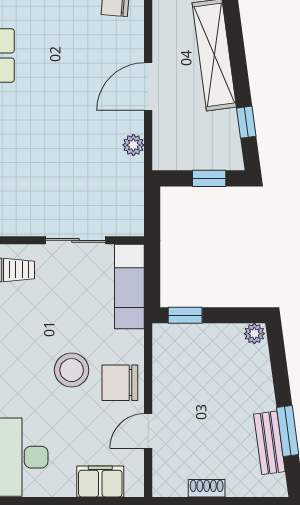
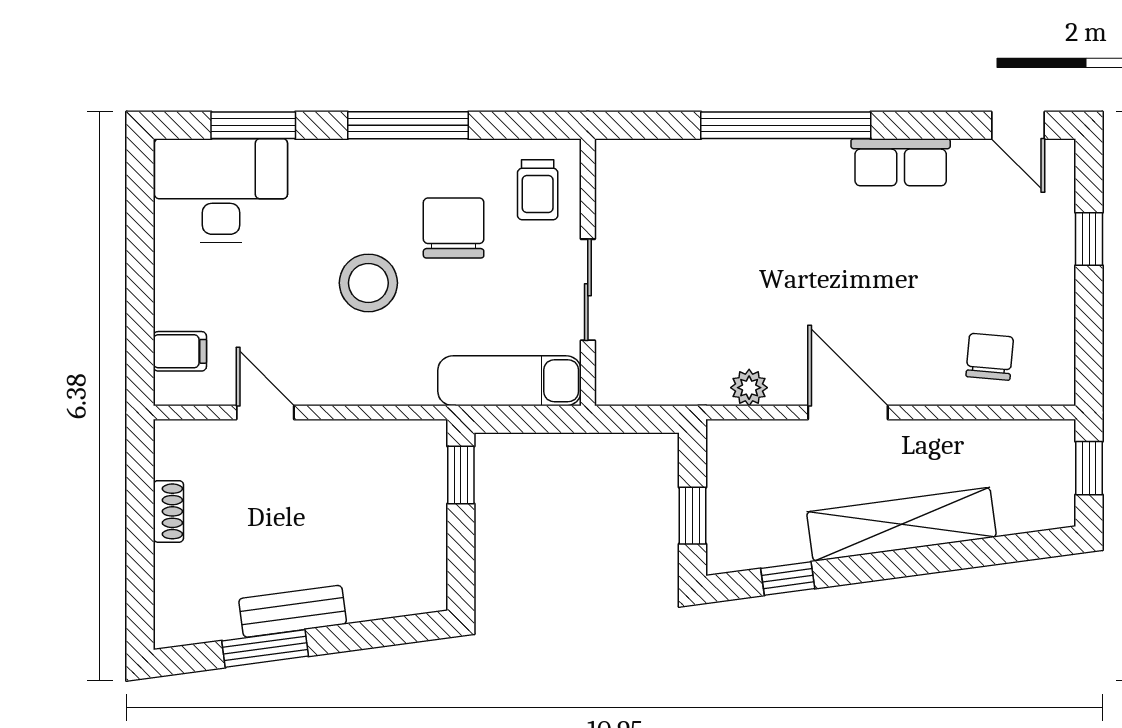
plant: (254, 334) -> (430, 592), removed
chair: (120, 383) -> (454, 228), moved
bench: (269, 443) -> (293, 611), moved
filing cabinet: (100, 481) -> (180, 351), width x0.50

